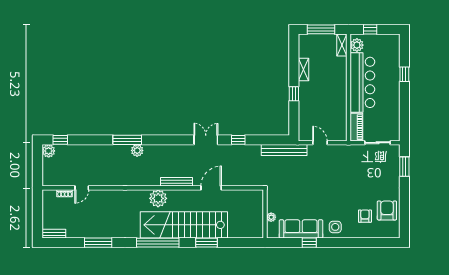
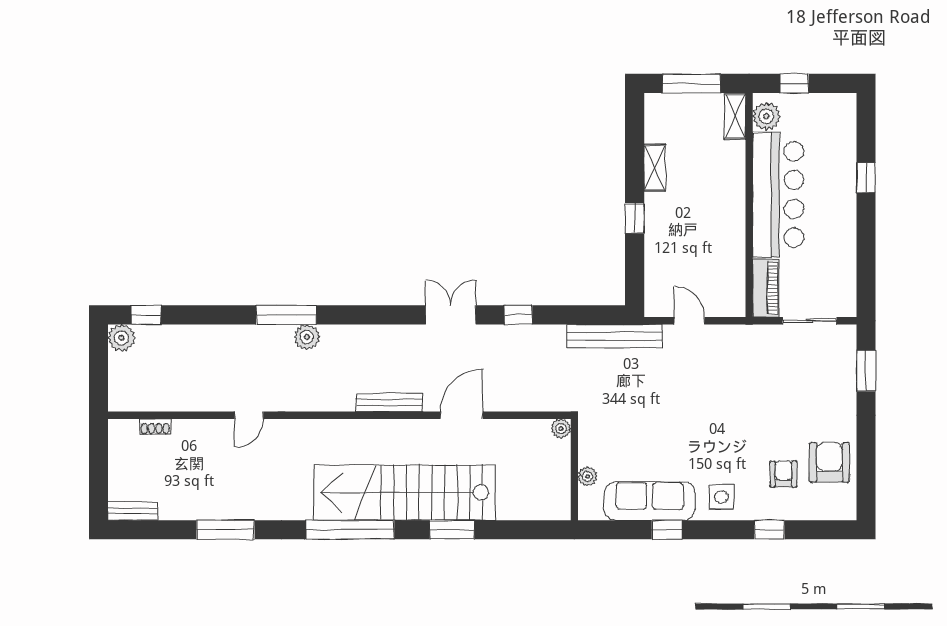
door: (82, 188) -> (249, 415), moved
plant: (158, 198) -> (561, 429), moved, width x0.53, depth x0.53
window: (358, 243) -> (769, 530), added

